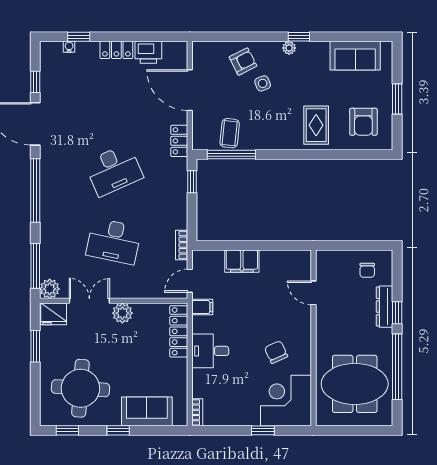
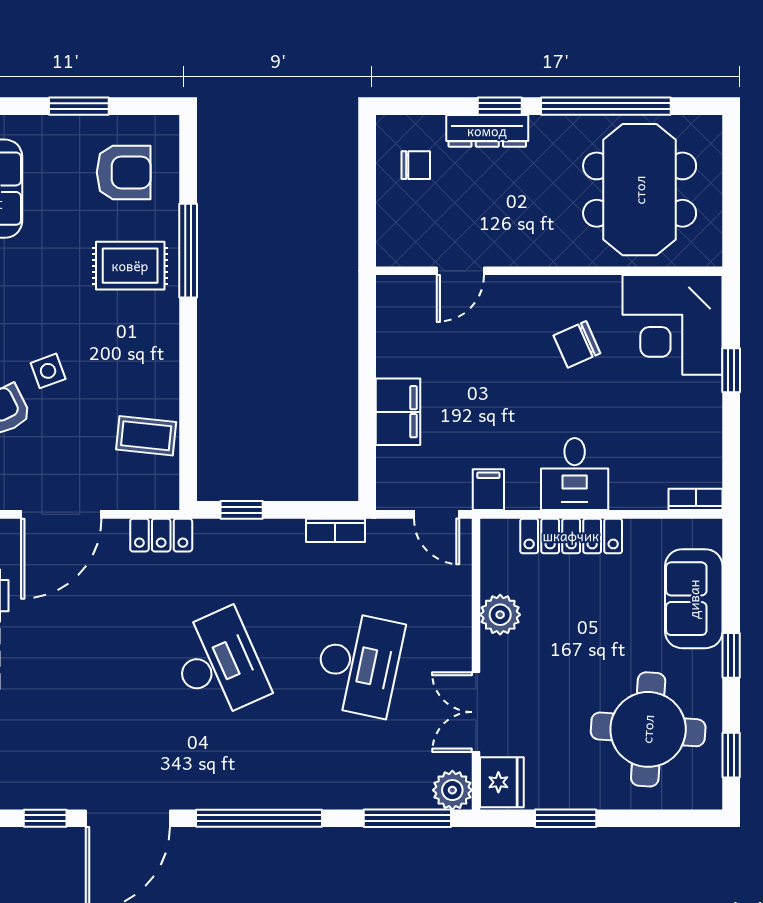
window: (231, 155) -> (188, 251), moved
bookcase: (182, 245) -> (335, 530), moved
plant: (122, 313) -> (500, 615), moved
locker: (179, 331) -> (571, 536), moved

